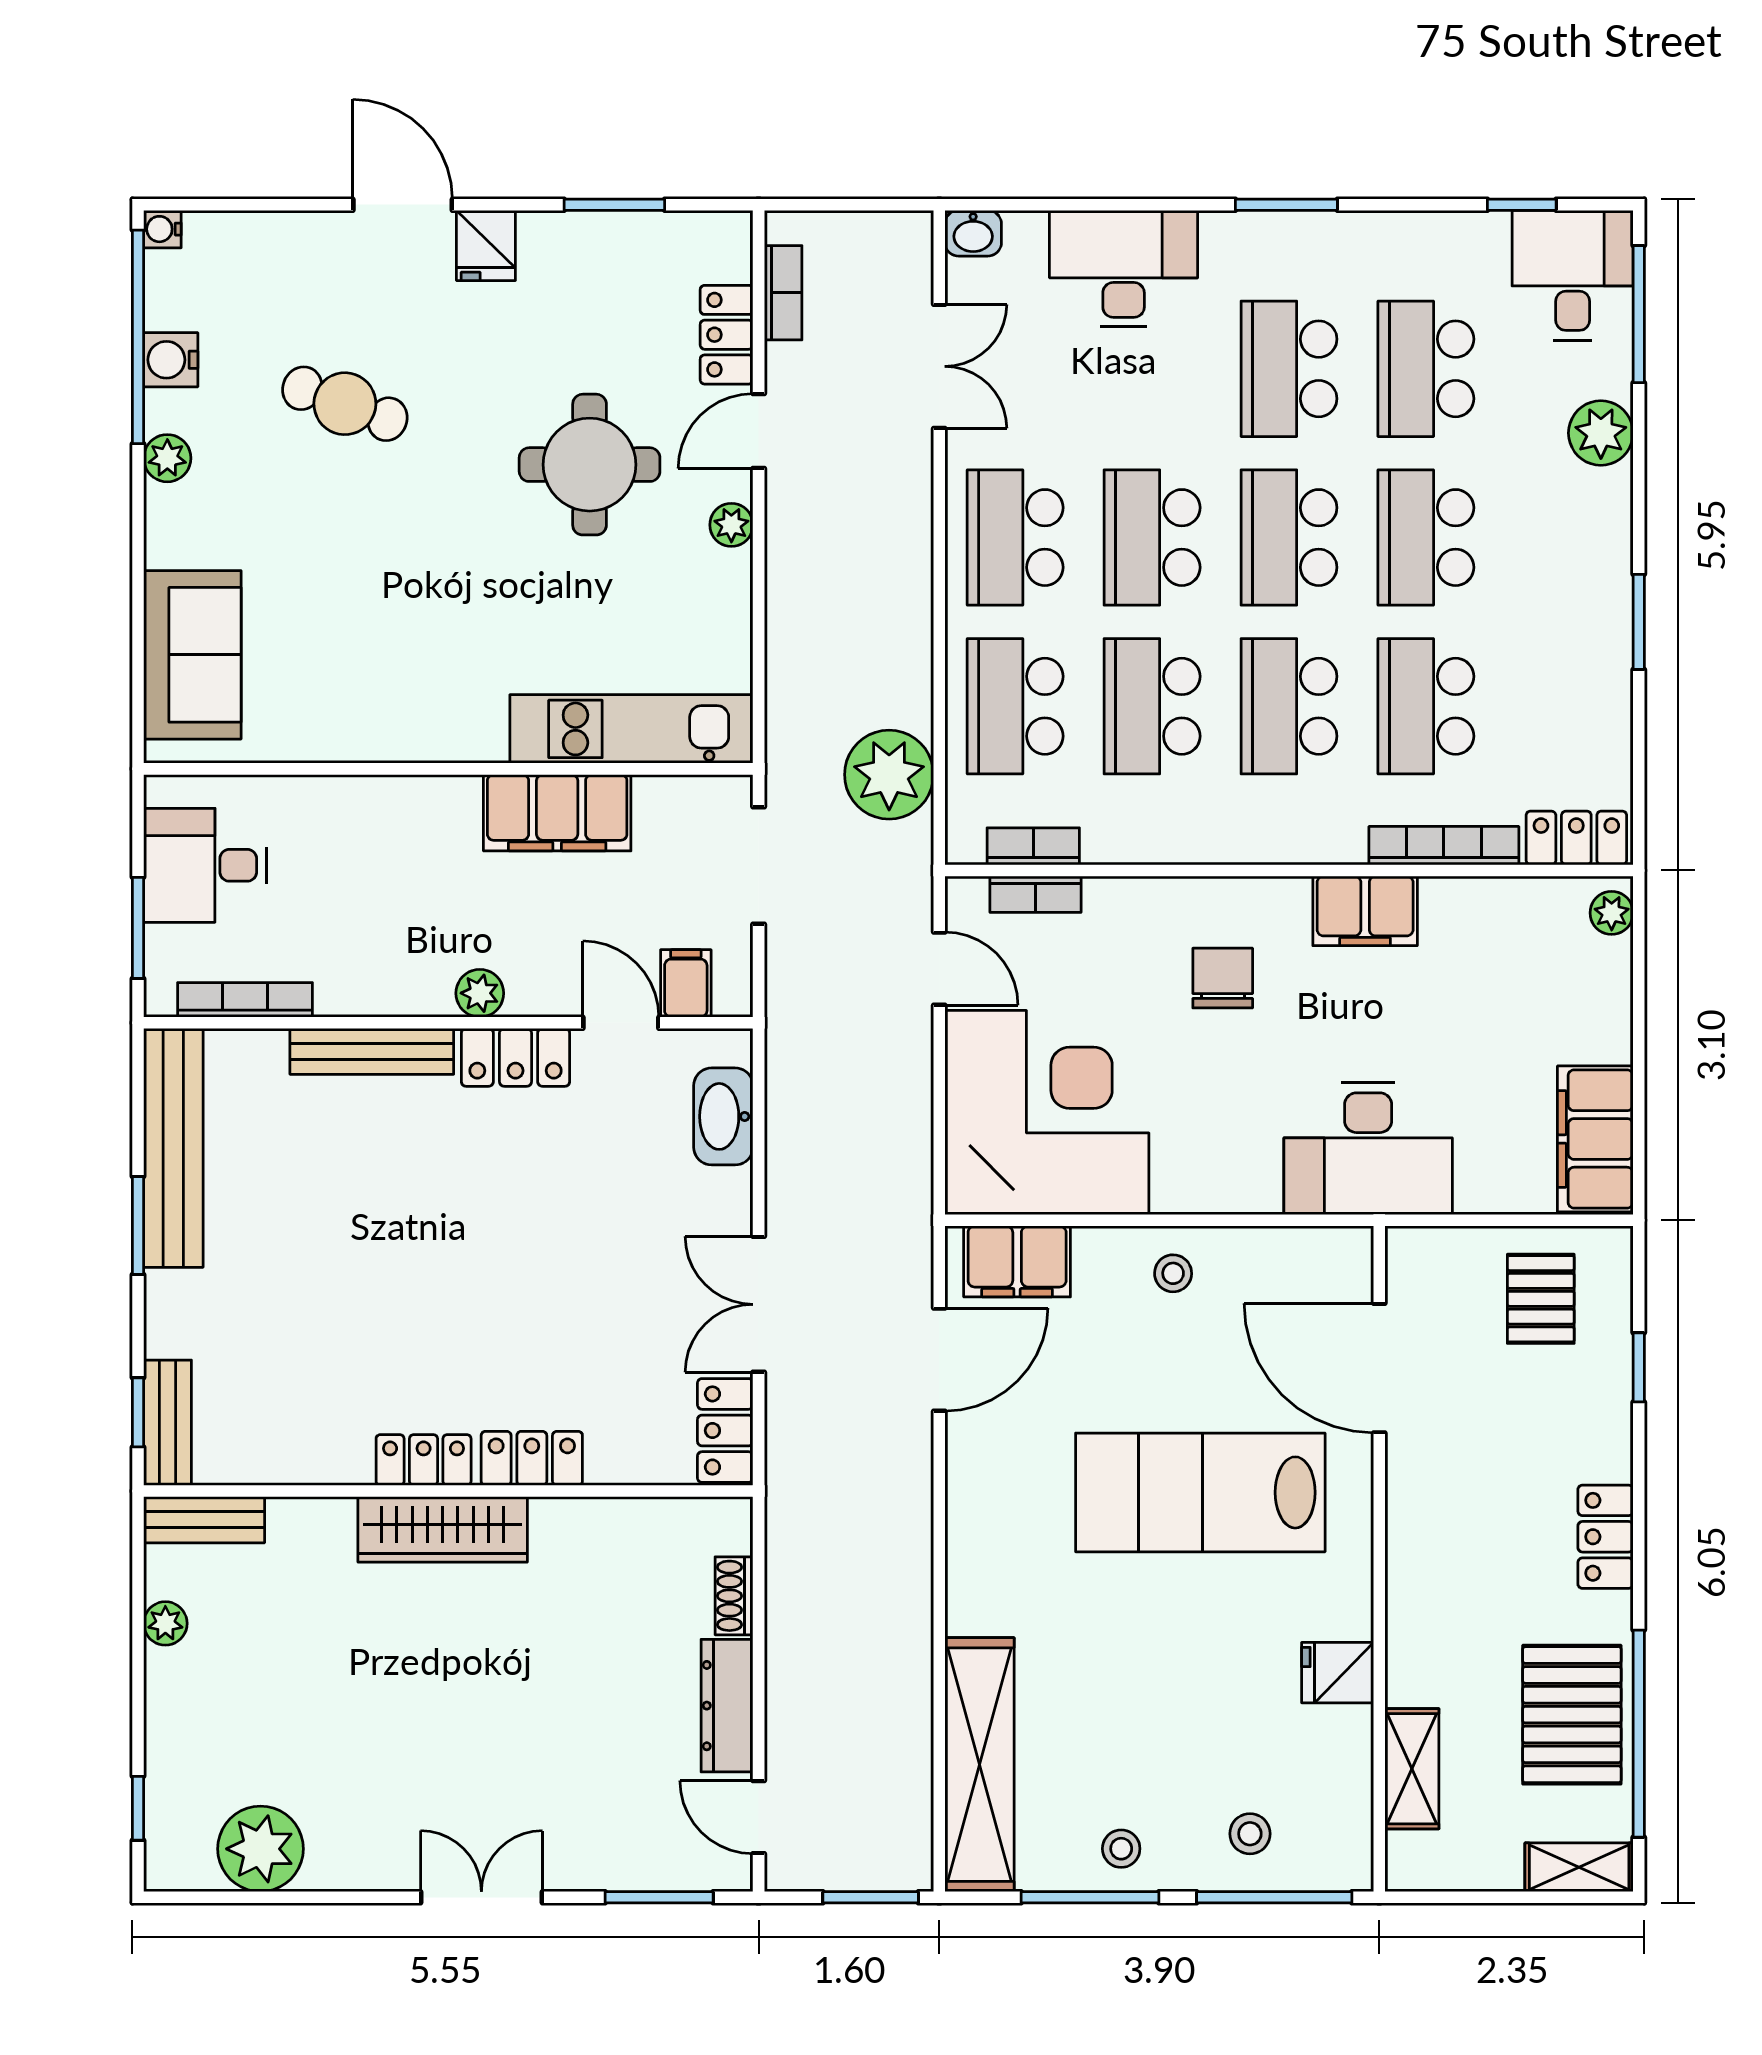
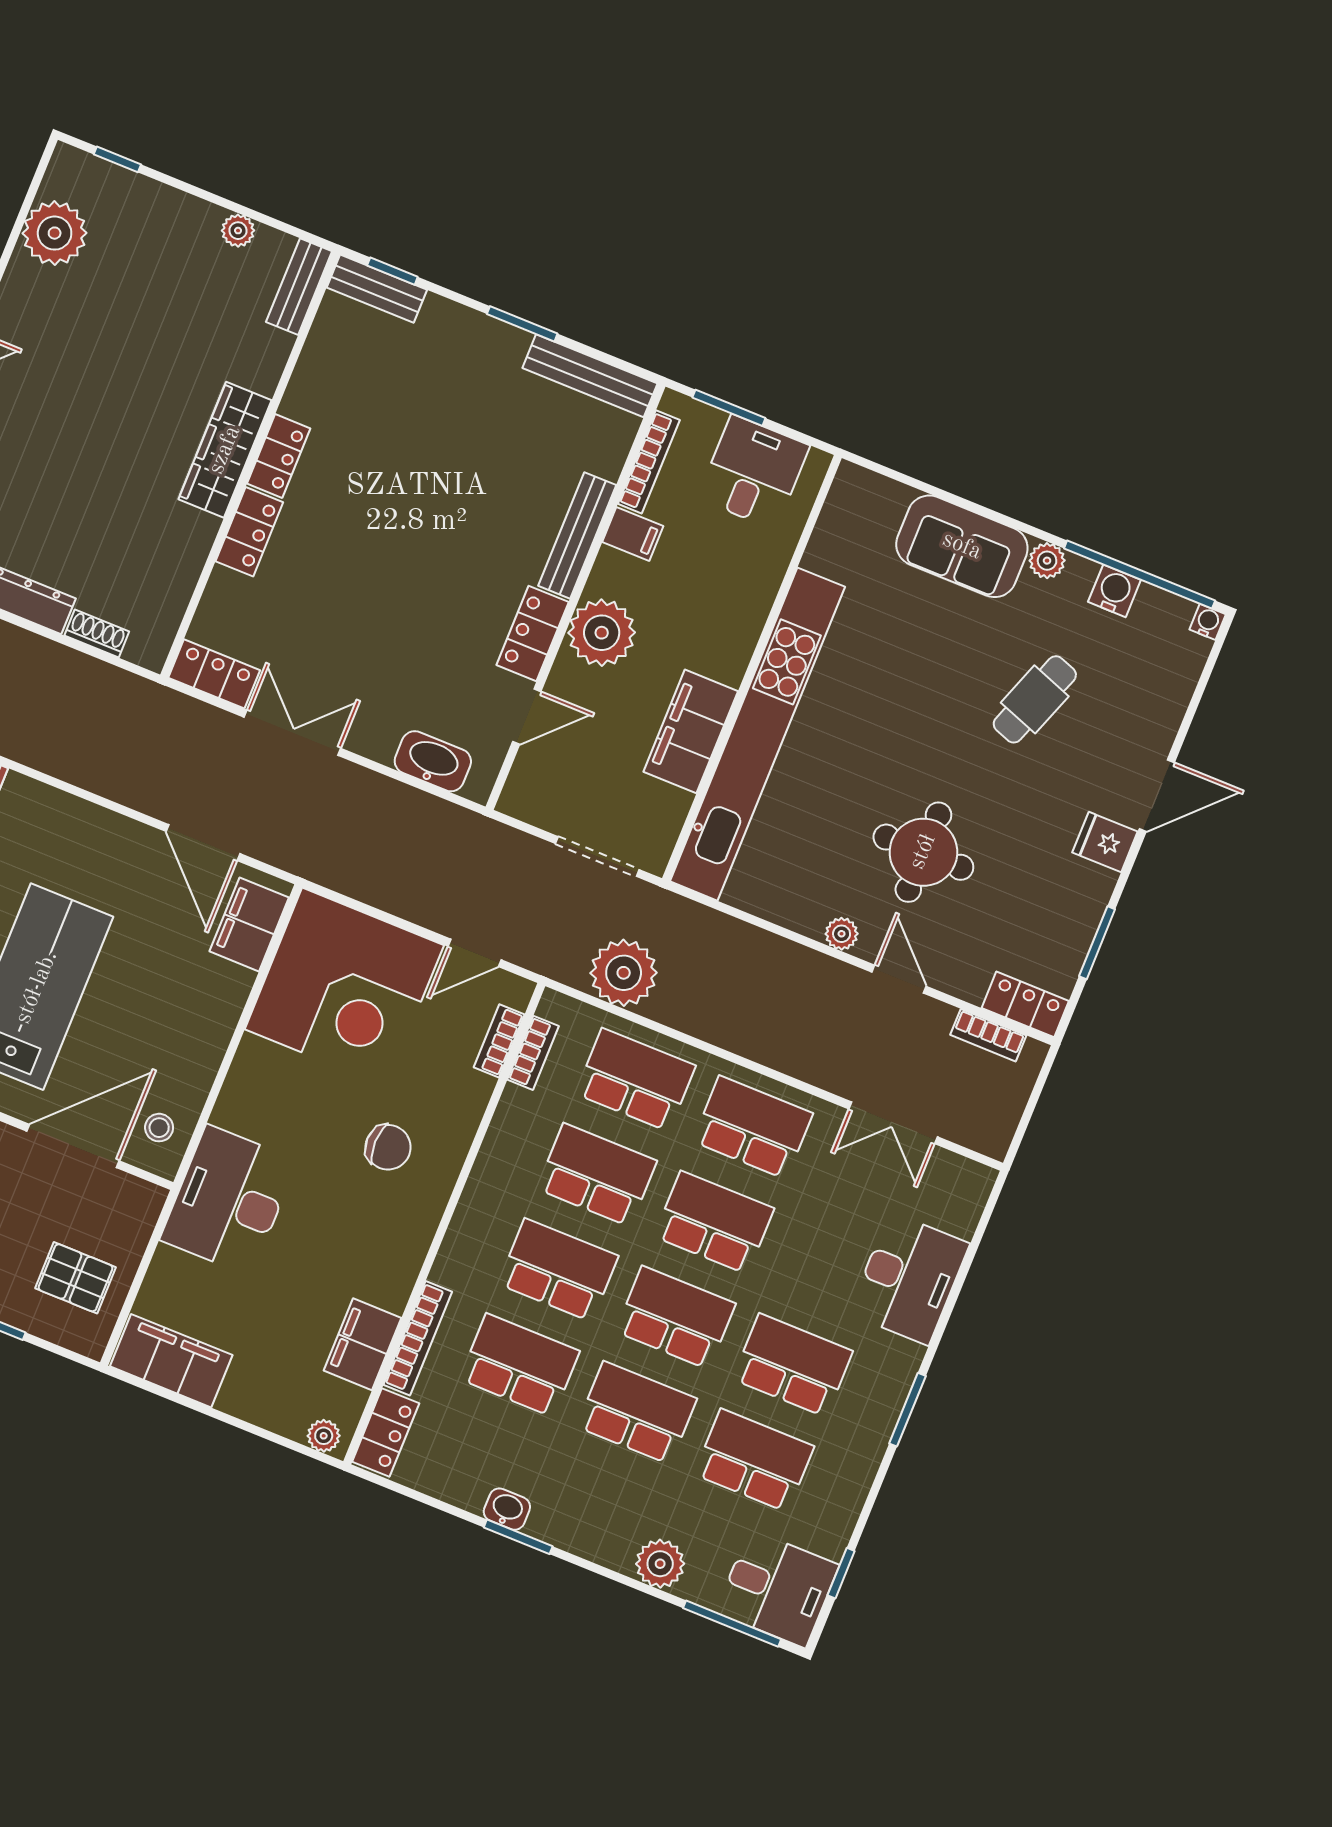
washbasin: (973, 233) -> (507, 1509), moved, turned 90
locker: (727, 335) -> (1025, 1004), moved
sofa: (192, 655) -> (962, 546), moved
kitchen unit: (631, 729) -> (757, 734), width x1.86
filing cabinet: (1365, 911) -> (362, 1344), moved
filing cabinet: (686, 983) -> (633, 534), moved
plant: (480, 993) -> (602, 633), width x1.88, depth x1.88
bench: (173, 1148) -> (590, 376), width x0.73, depth x0.82
stool: (1173, 1273) -> (159, 1128), moved

